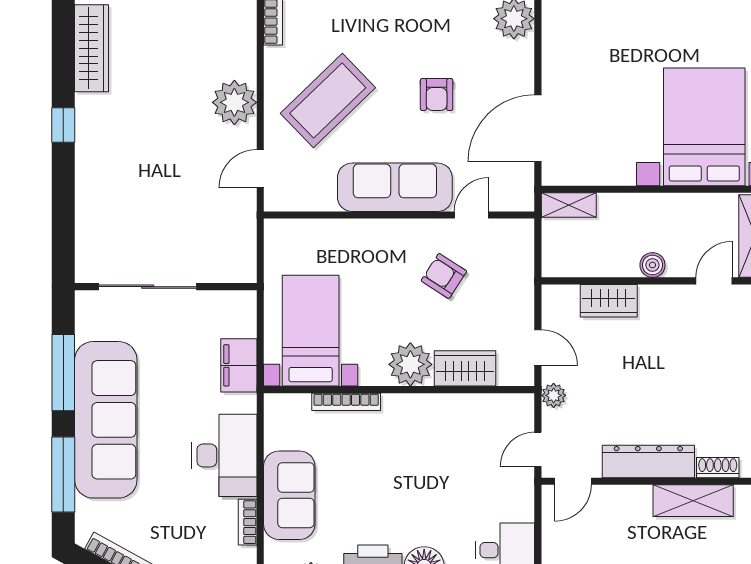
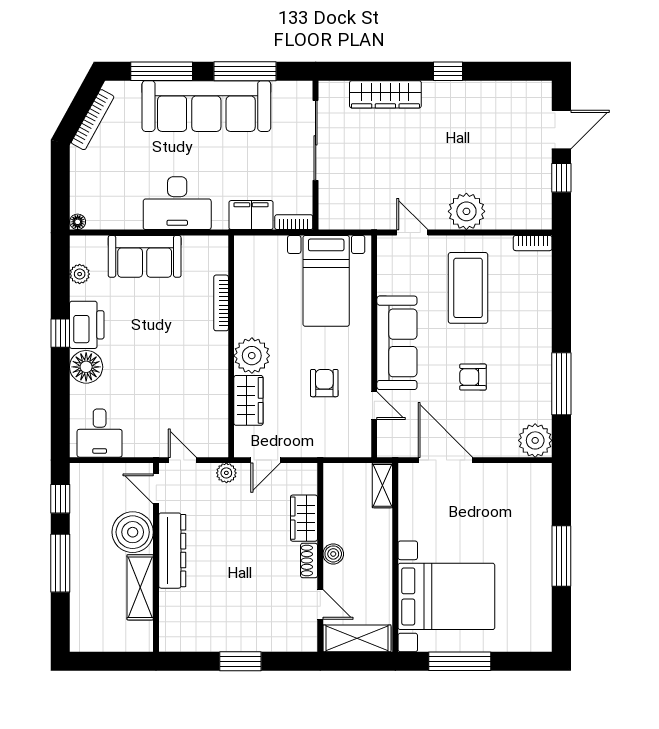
wardrobe: (92, 48) -> (385, 94), moved
coffee table: (328, 100) -> (468, 288), turned 44
armchair: (444, 276) -> (324, 383), turned -33
bed with nightstands: (311, 331) -> (326, 281), moved, turned 90
shoe rack: (718, 468) -> (309, 560), moved, turned 180
boiler: (626, 510) -> (133, 532), added
bookcase: (248, 522) -> (294, 222), moved

